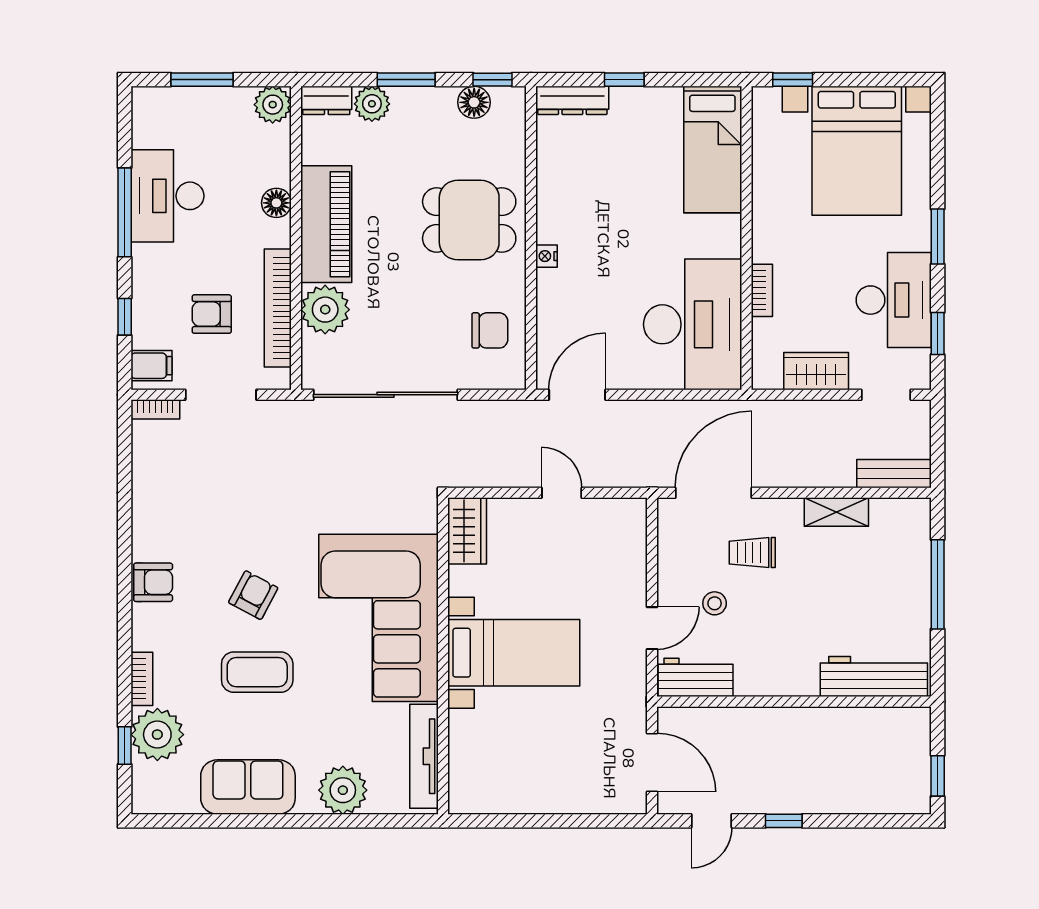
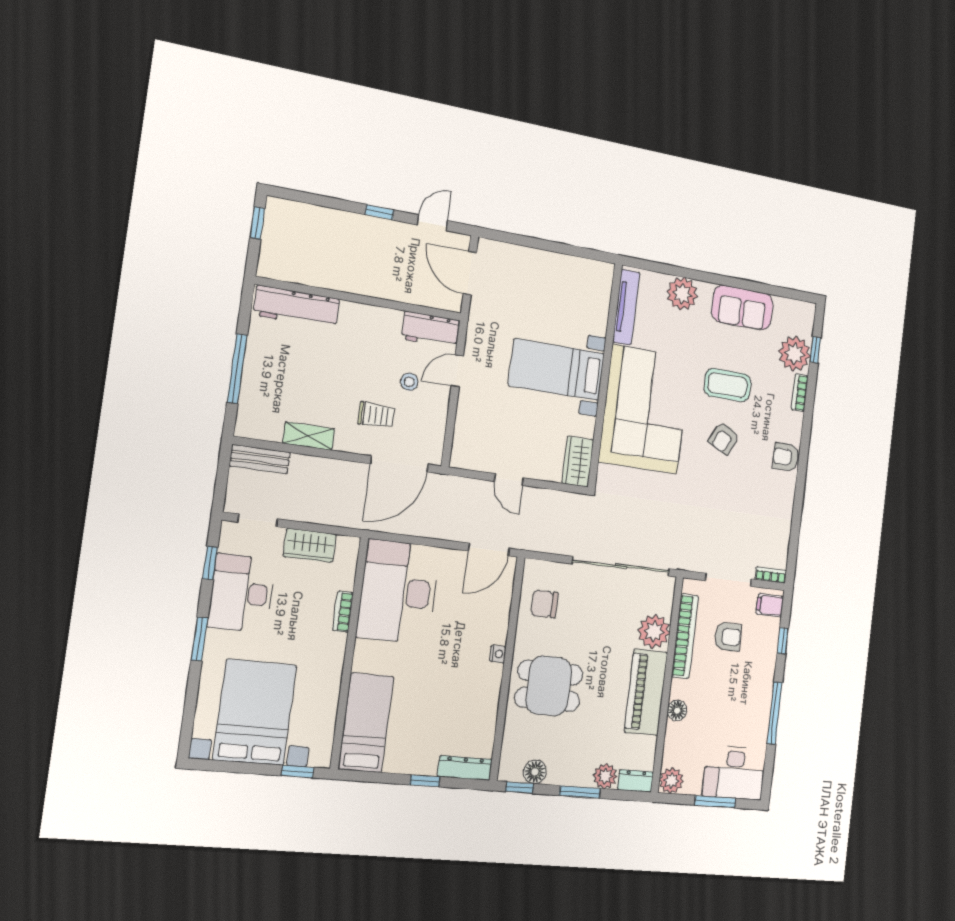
desk: (167, 196) -> (734, 773), moved, turned 90

